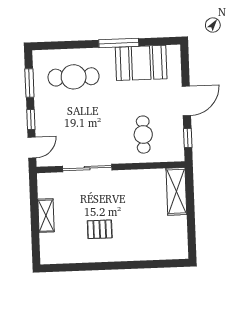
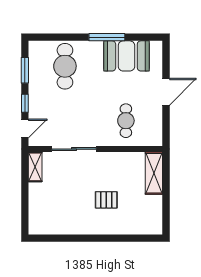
cafe table: (74, 77) -> (65, 66), turned 90
window: (188, 138) -> (166, 125), removed
shelving: (46, 216) -> (35, 167), moved
pallet: (100, 229) -> (106, 200), moved

